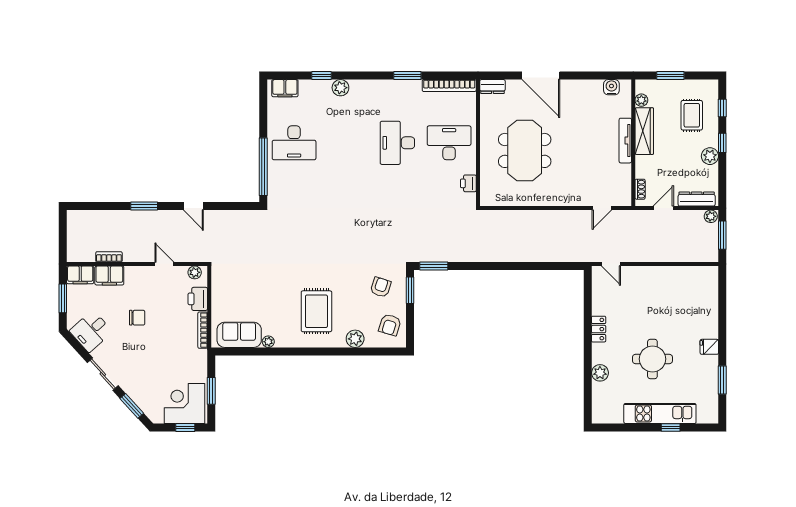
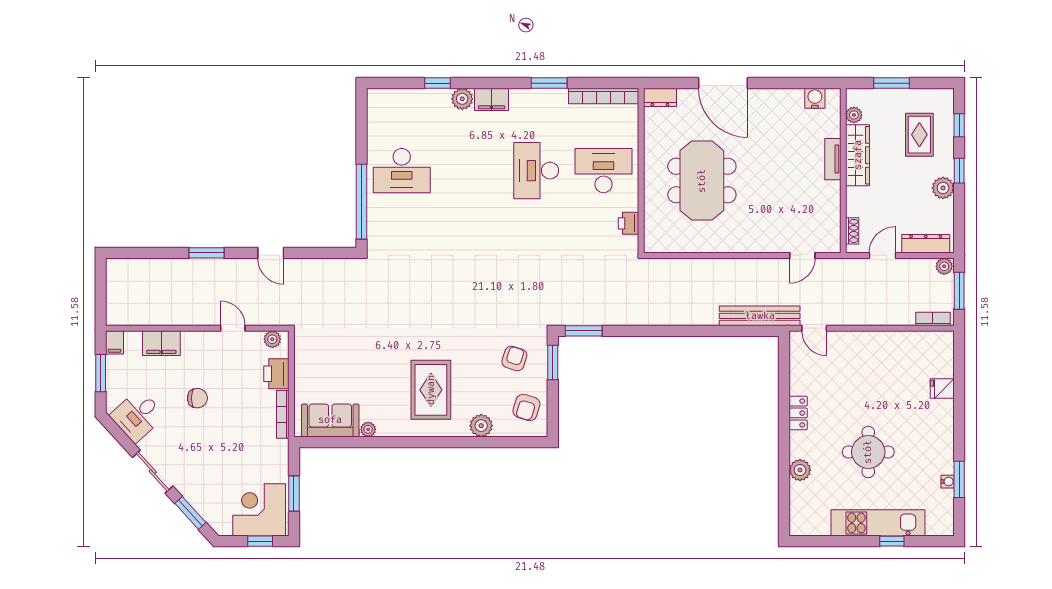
filing cabinet: (285, 88) -> (492, 99), moved
tv unit: (625, 141) -> (833, 159), width x0.71
bench: (569, 254) -> (760, 316), added
bookcase: (109, 257) -> (933, 319), moved
filing cabinet: (80, 275) -> (115, 342), width x0.50
fridge: (709, 347) -> (942, 388), moved
water cooler: (713, 382) -> (948, 482), added

